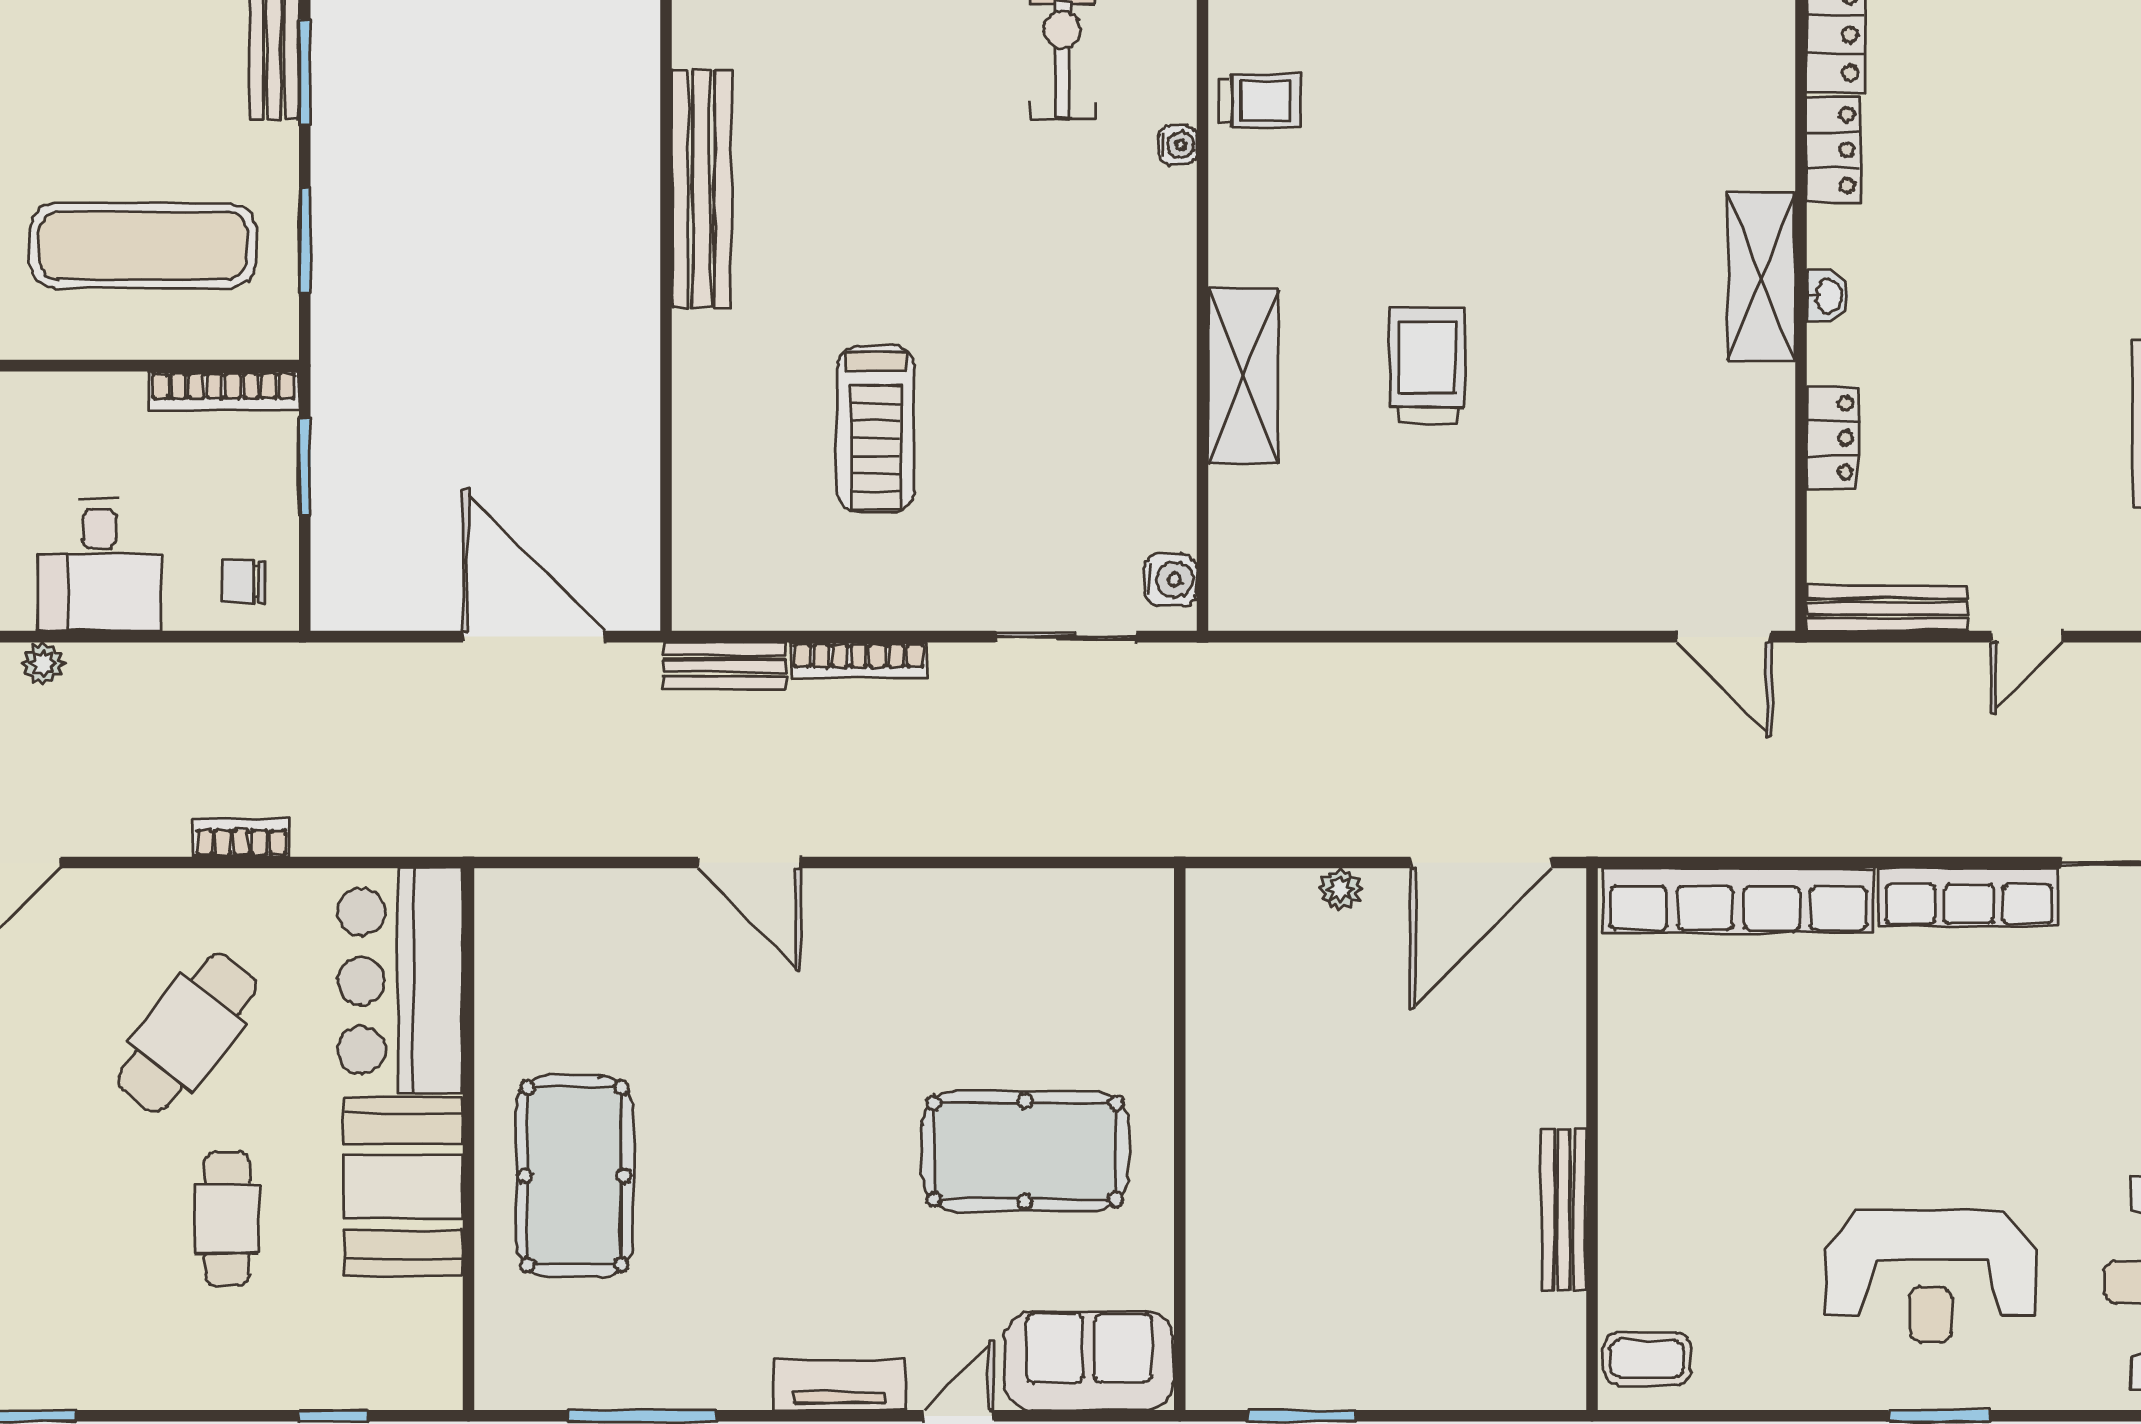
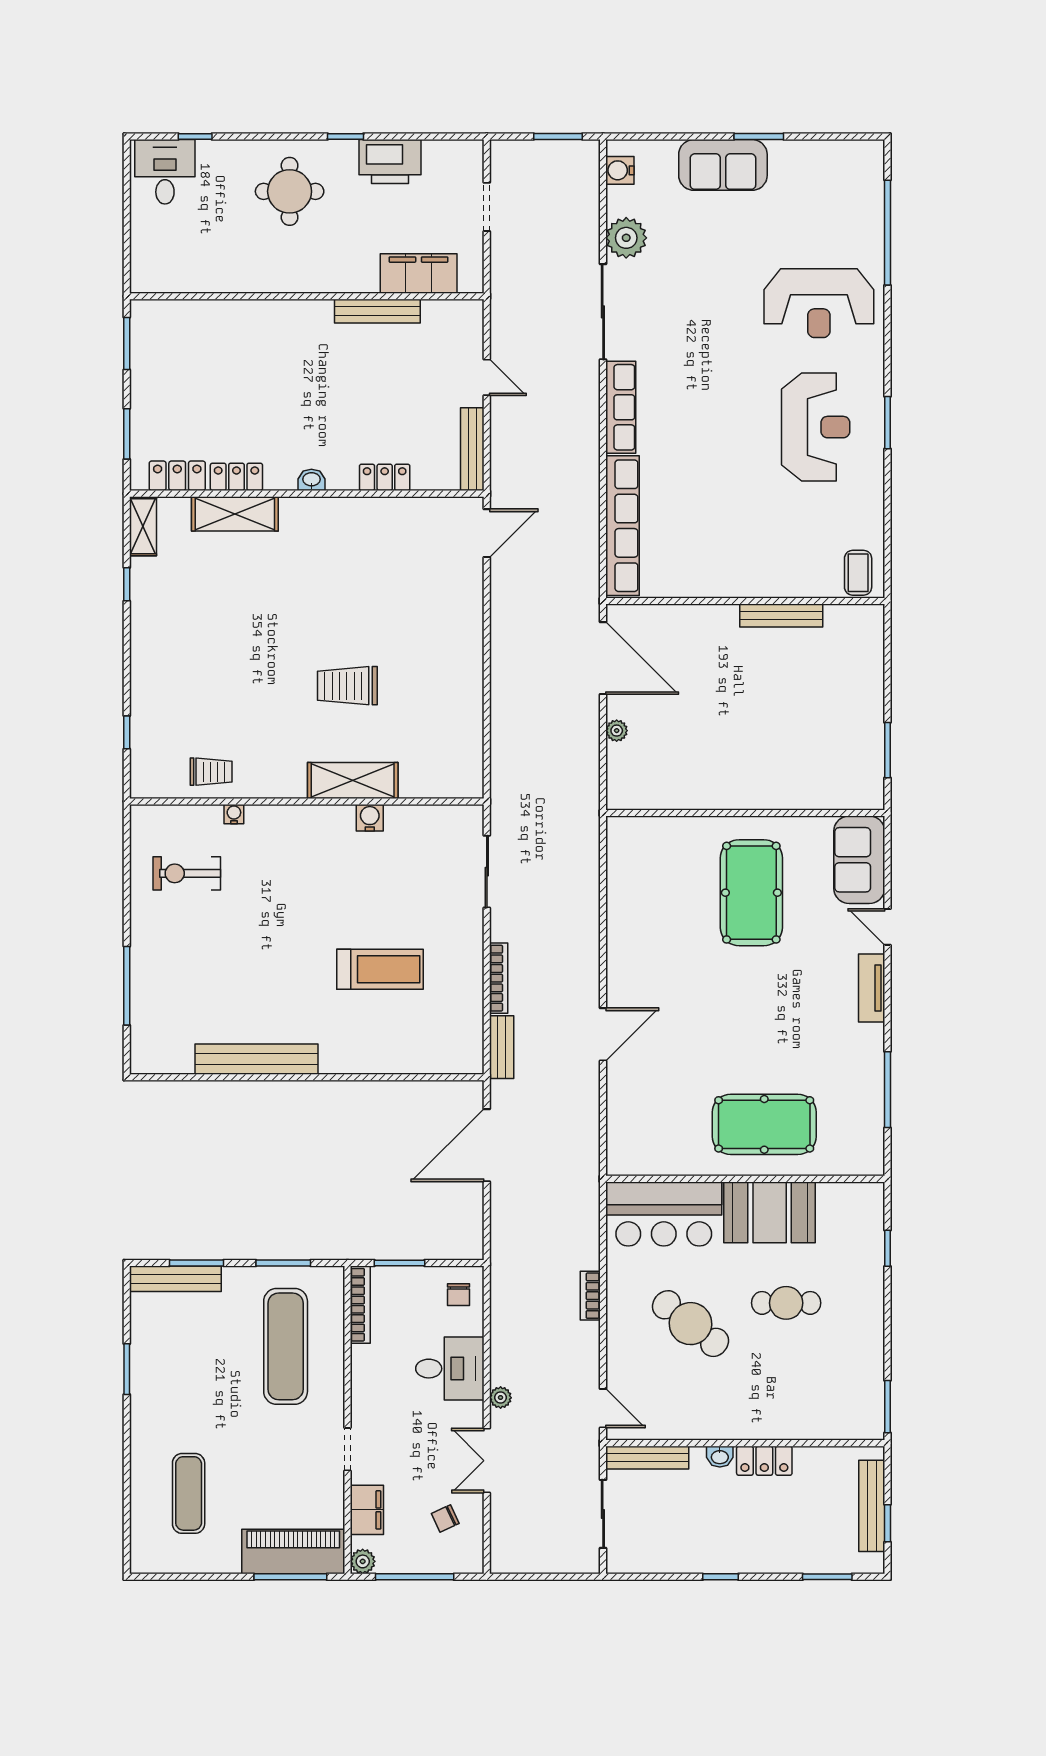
trolley: (1260, 101) -> (211, 772), turned 90
shelving: (1762, 276) -> (235, 514), moved
water cooler: (1171, 580) -> (370, 818), moved

